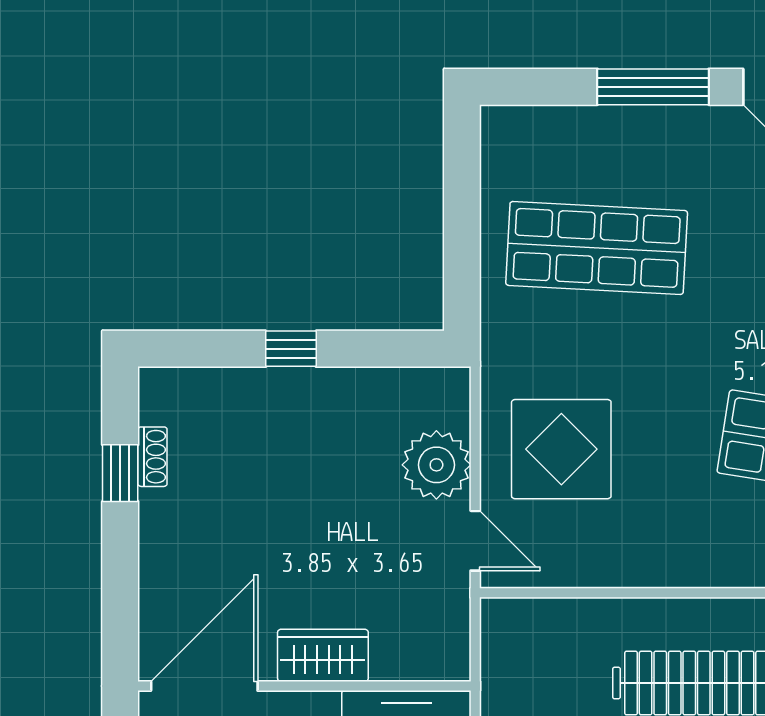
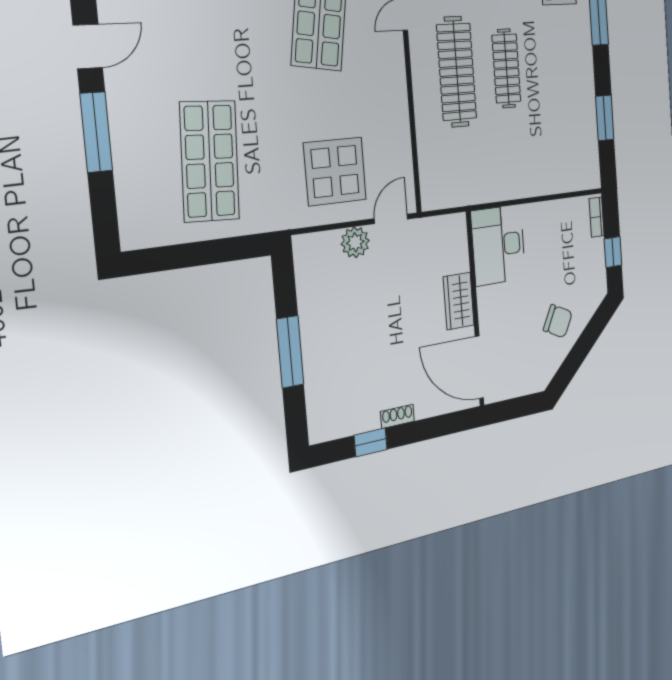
window: (291, 349) -> (290, 352), width x2.17
shoe rack: (152, 457) -> (397, 416), moved
plant: (436, 465) -> (355, 242), width x0.73, depth x0.73

